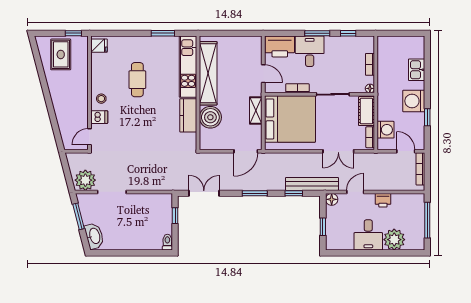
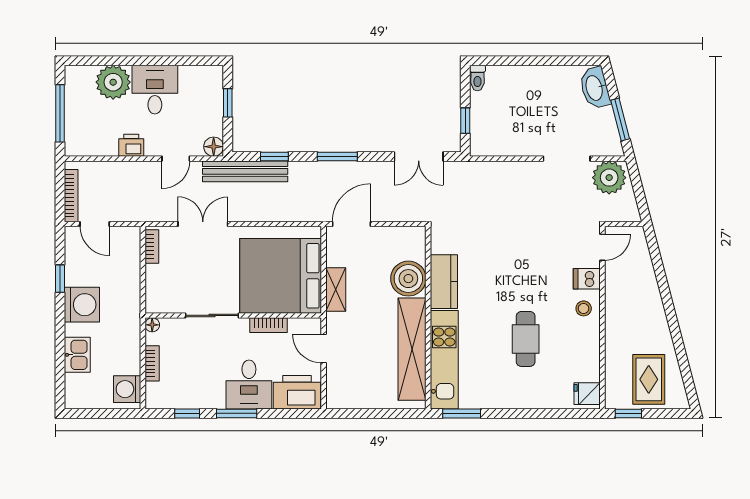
window: (163, 33) -> (462, 413), moved
cot: (366, 111) -> (158, 288), removed
washing machine: (386, 130) -> (127, 389), moved

